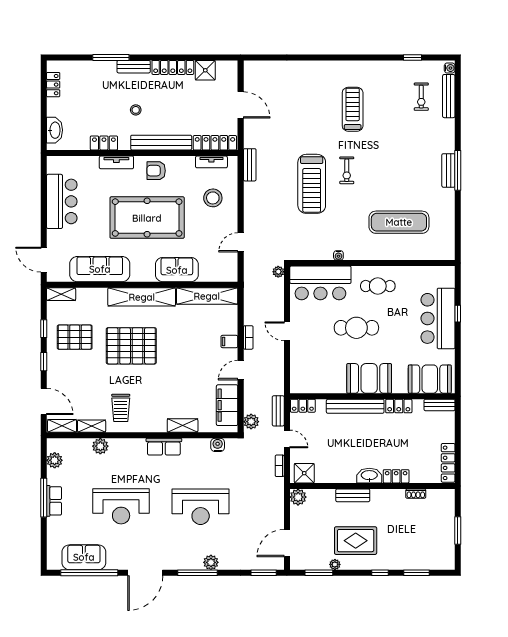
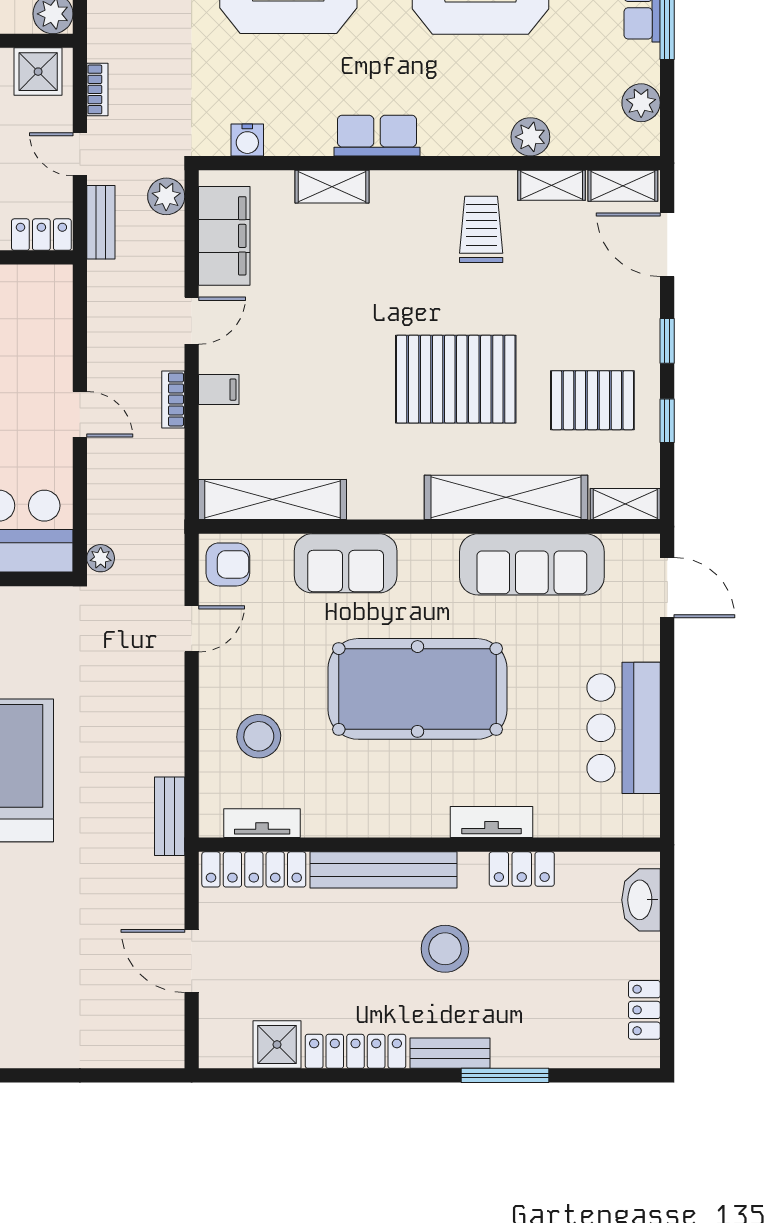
stool: (136, 110) -> (445, 949), width x1.89, depth x1.89
armchair: (156, 171) -> (228, 564), moved
shelving: (142, 297) -> (506, 497), moved

